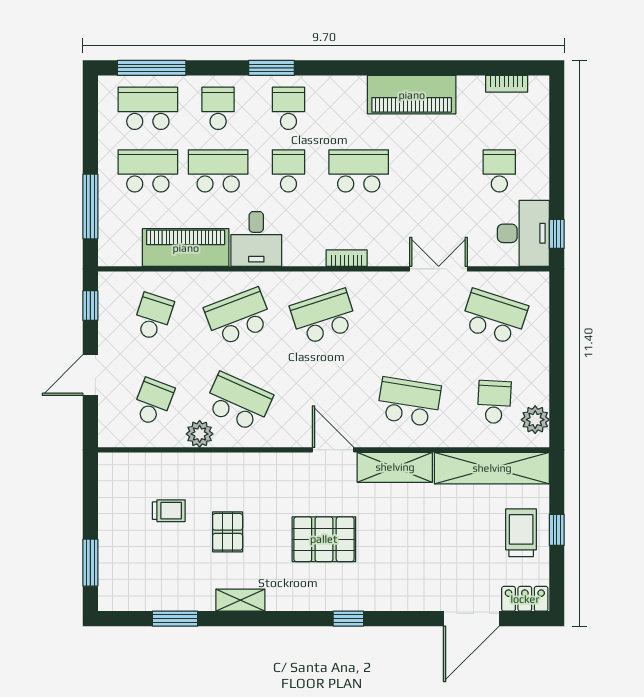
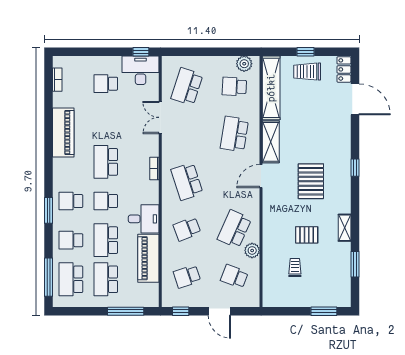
school desk: (153, 317) -> (187, 276), turned -36
school desk: (238, 317) -> (187, 229), width x0.54

